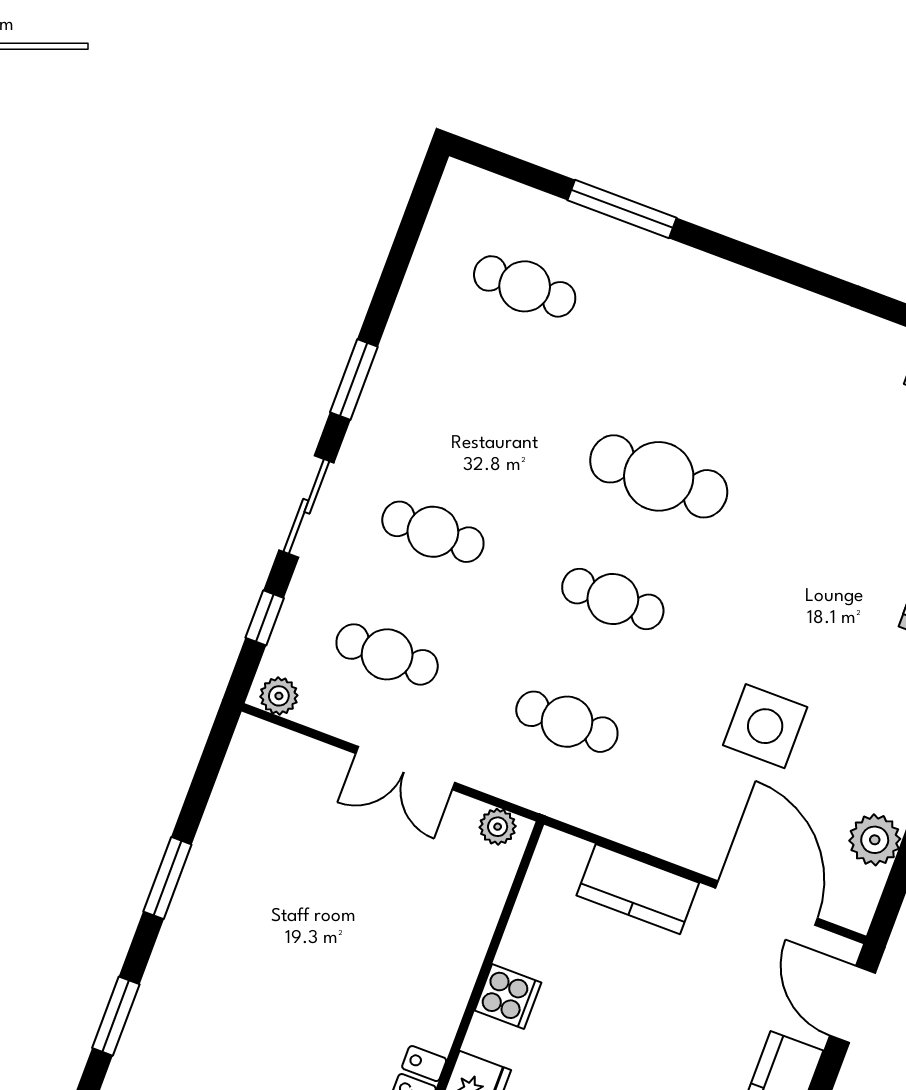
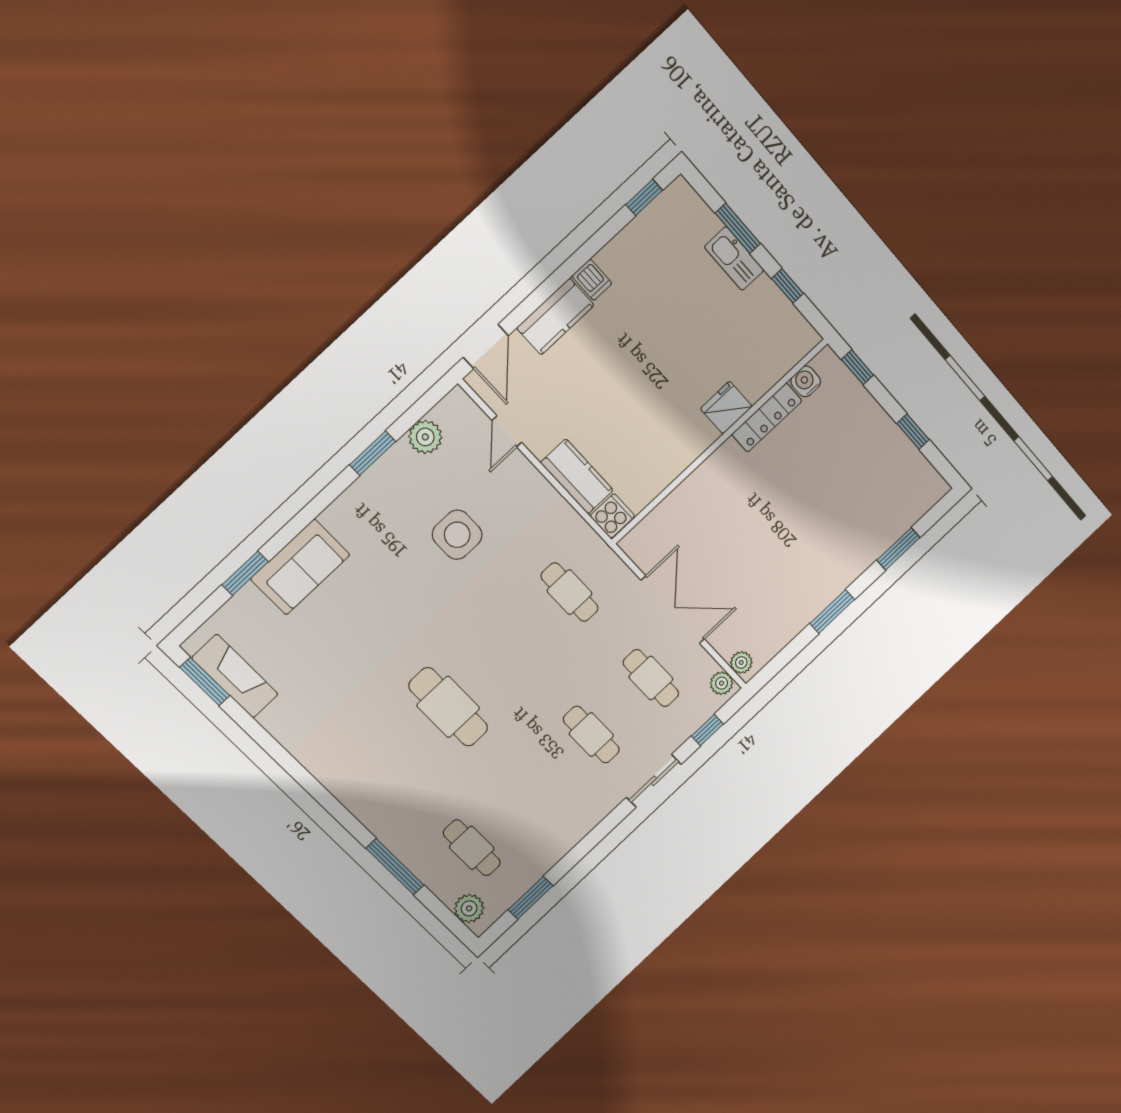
plant: (485, 195) -> (469, 908), added
window: (354, 379) -> (531, 898), moved
cafe table: (613, 599) -> (509, 649), removed
double door: (405, 768) -> (673, 610), width x1.37
plant: (498, 827) -> (741, 662), moved
door: (767, 903) -> (507, 431), width x0.53
cooker: (508, 996) -> (612, 516), moved, turned 90

